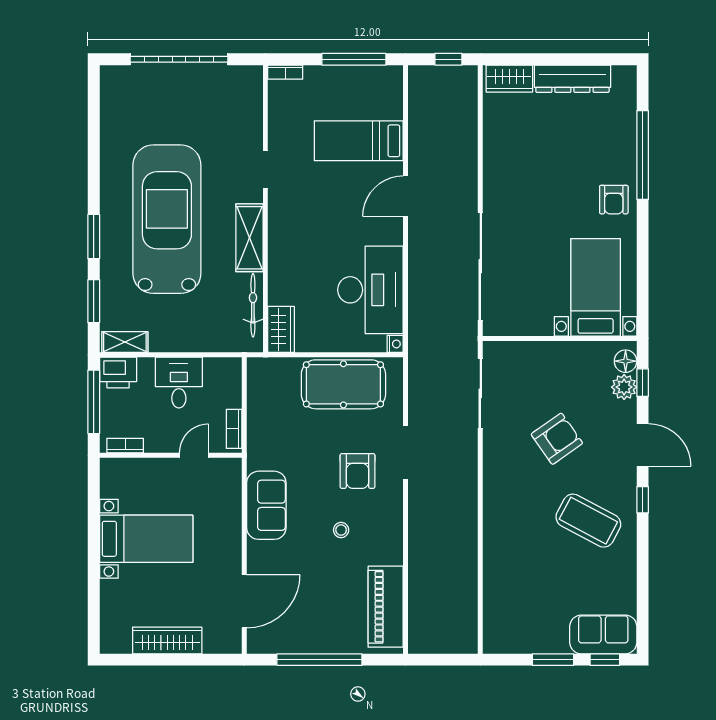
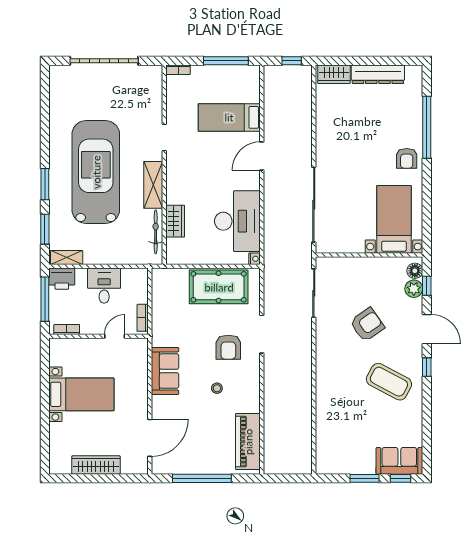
wardrobe: (281, 329) -> (175, 221), moved

